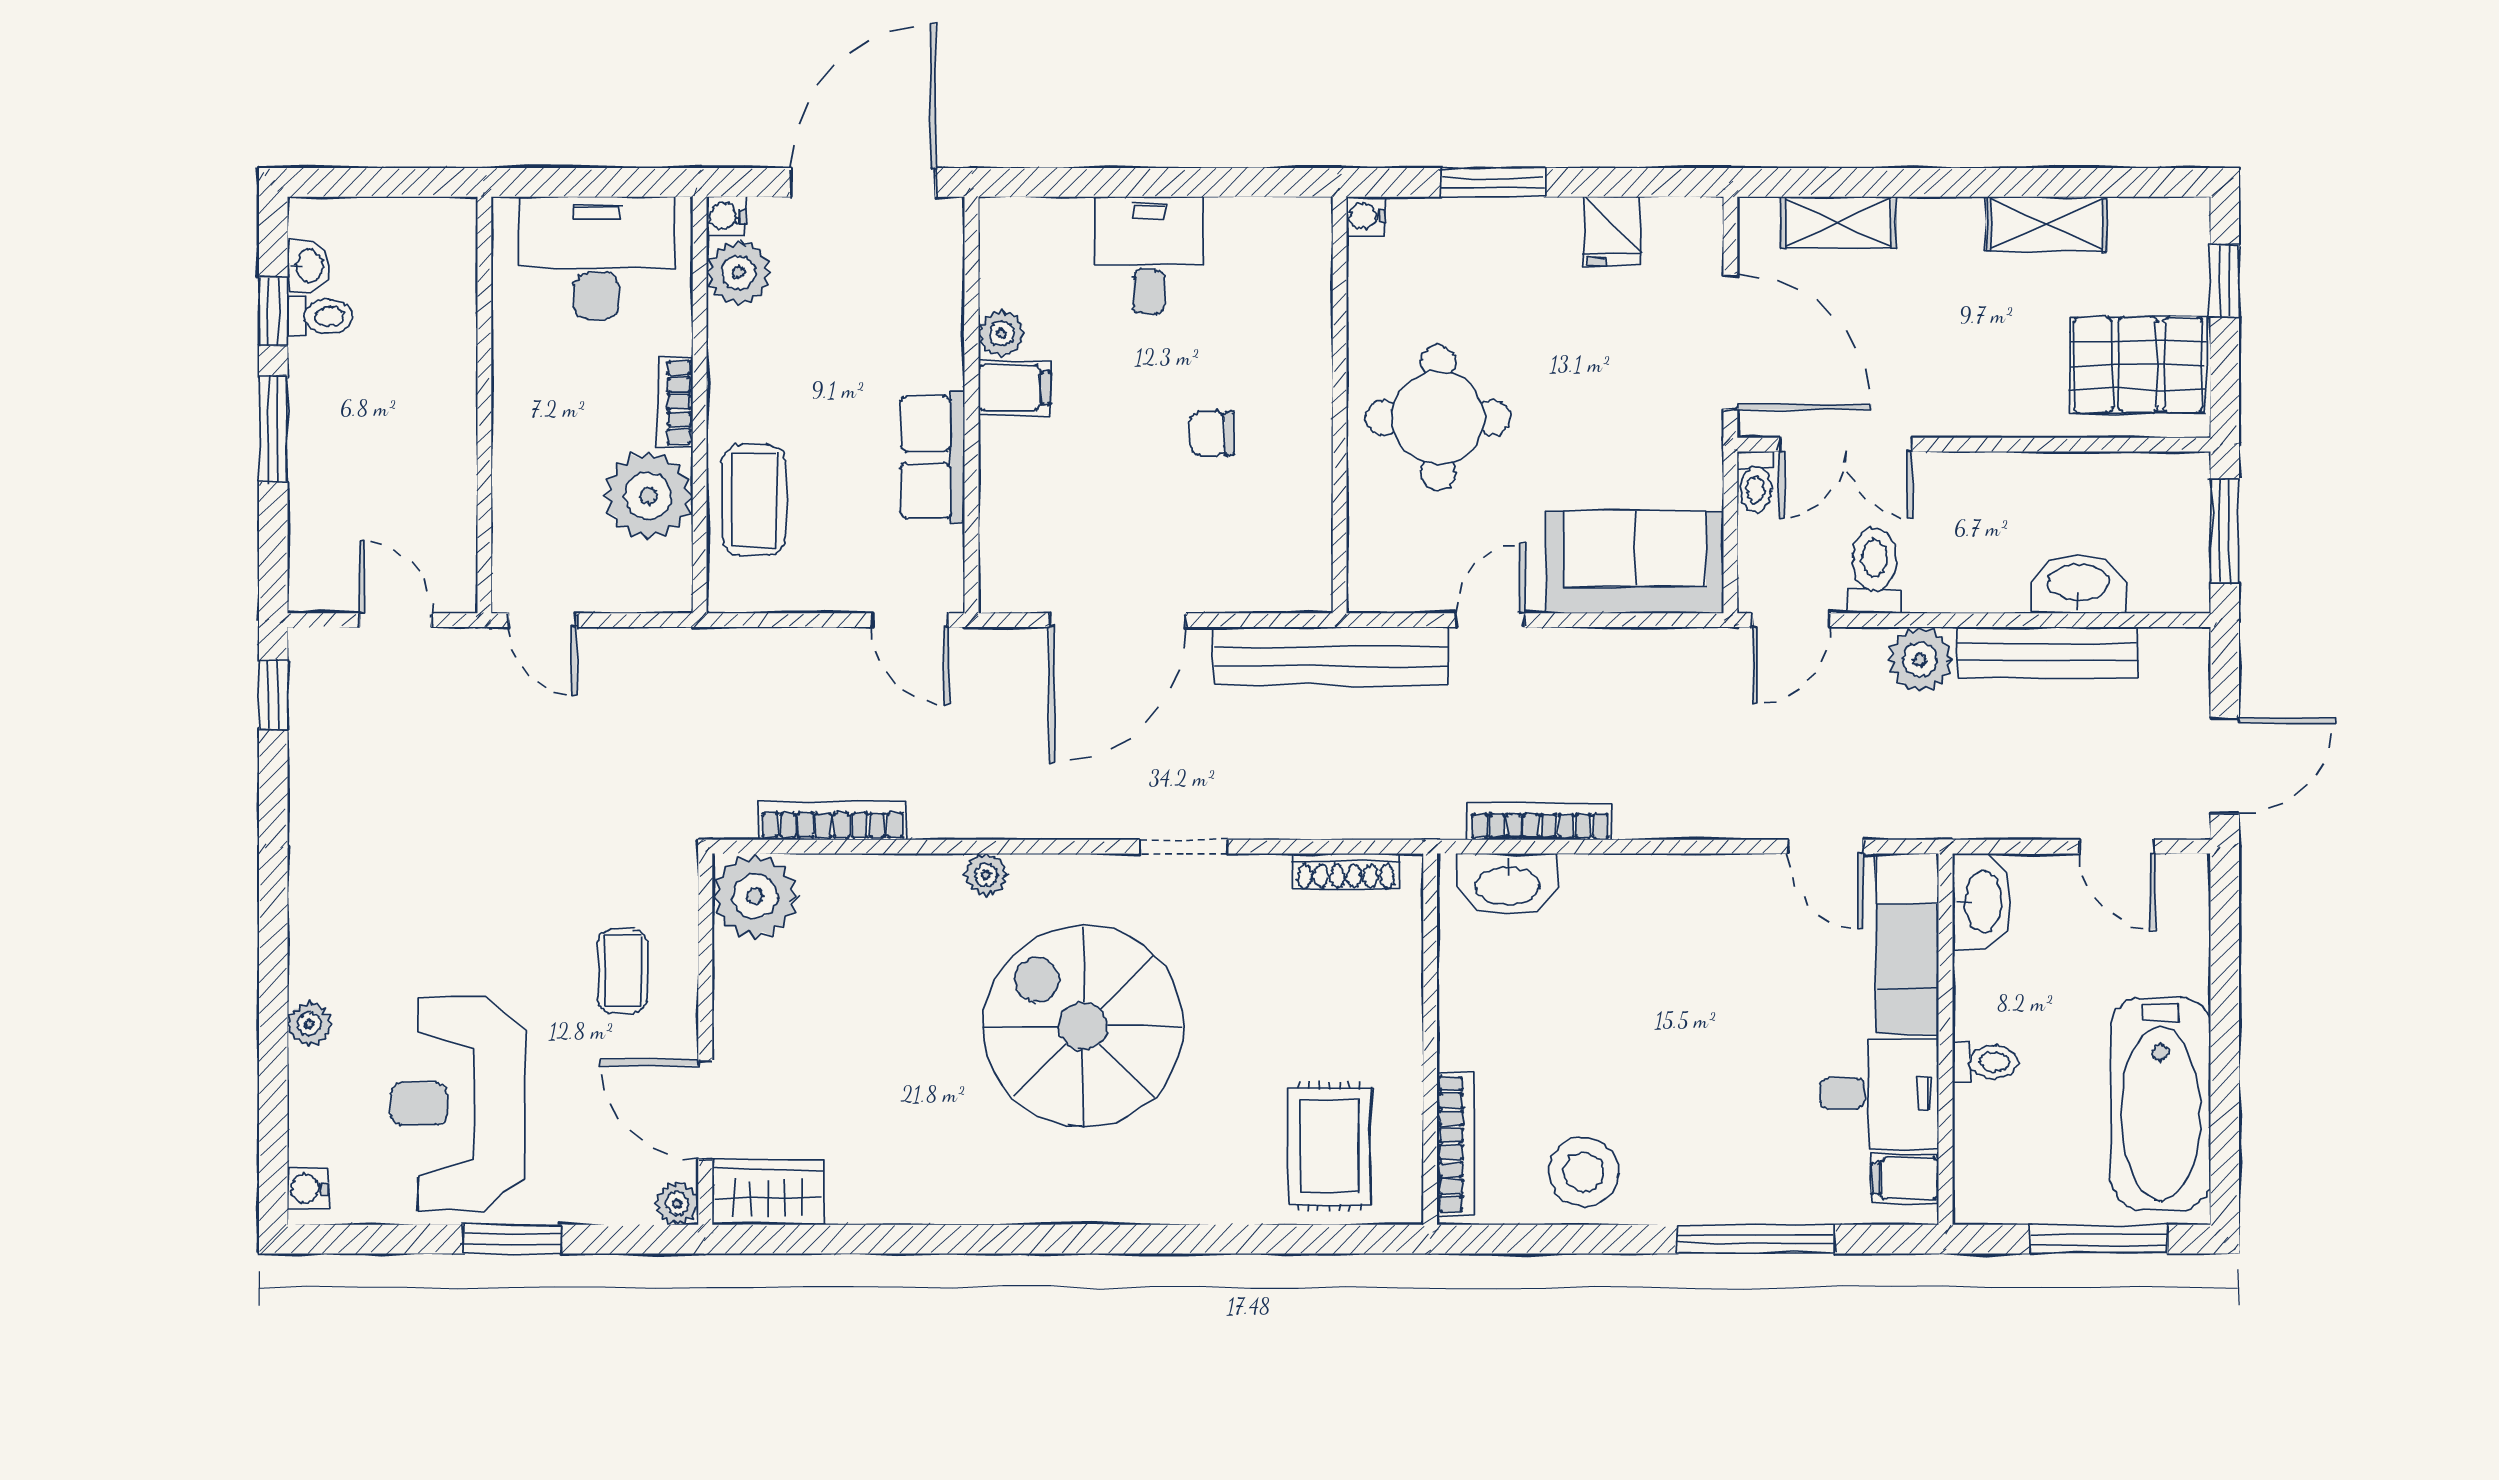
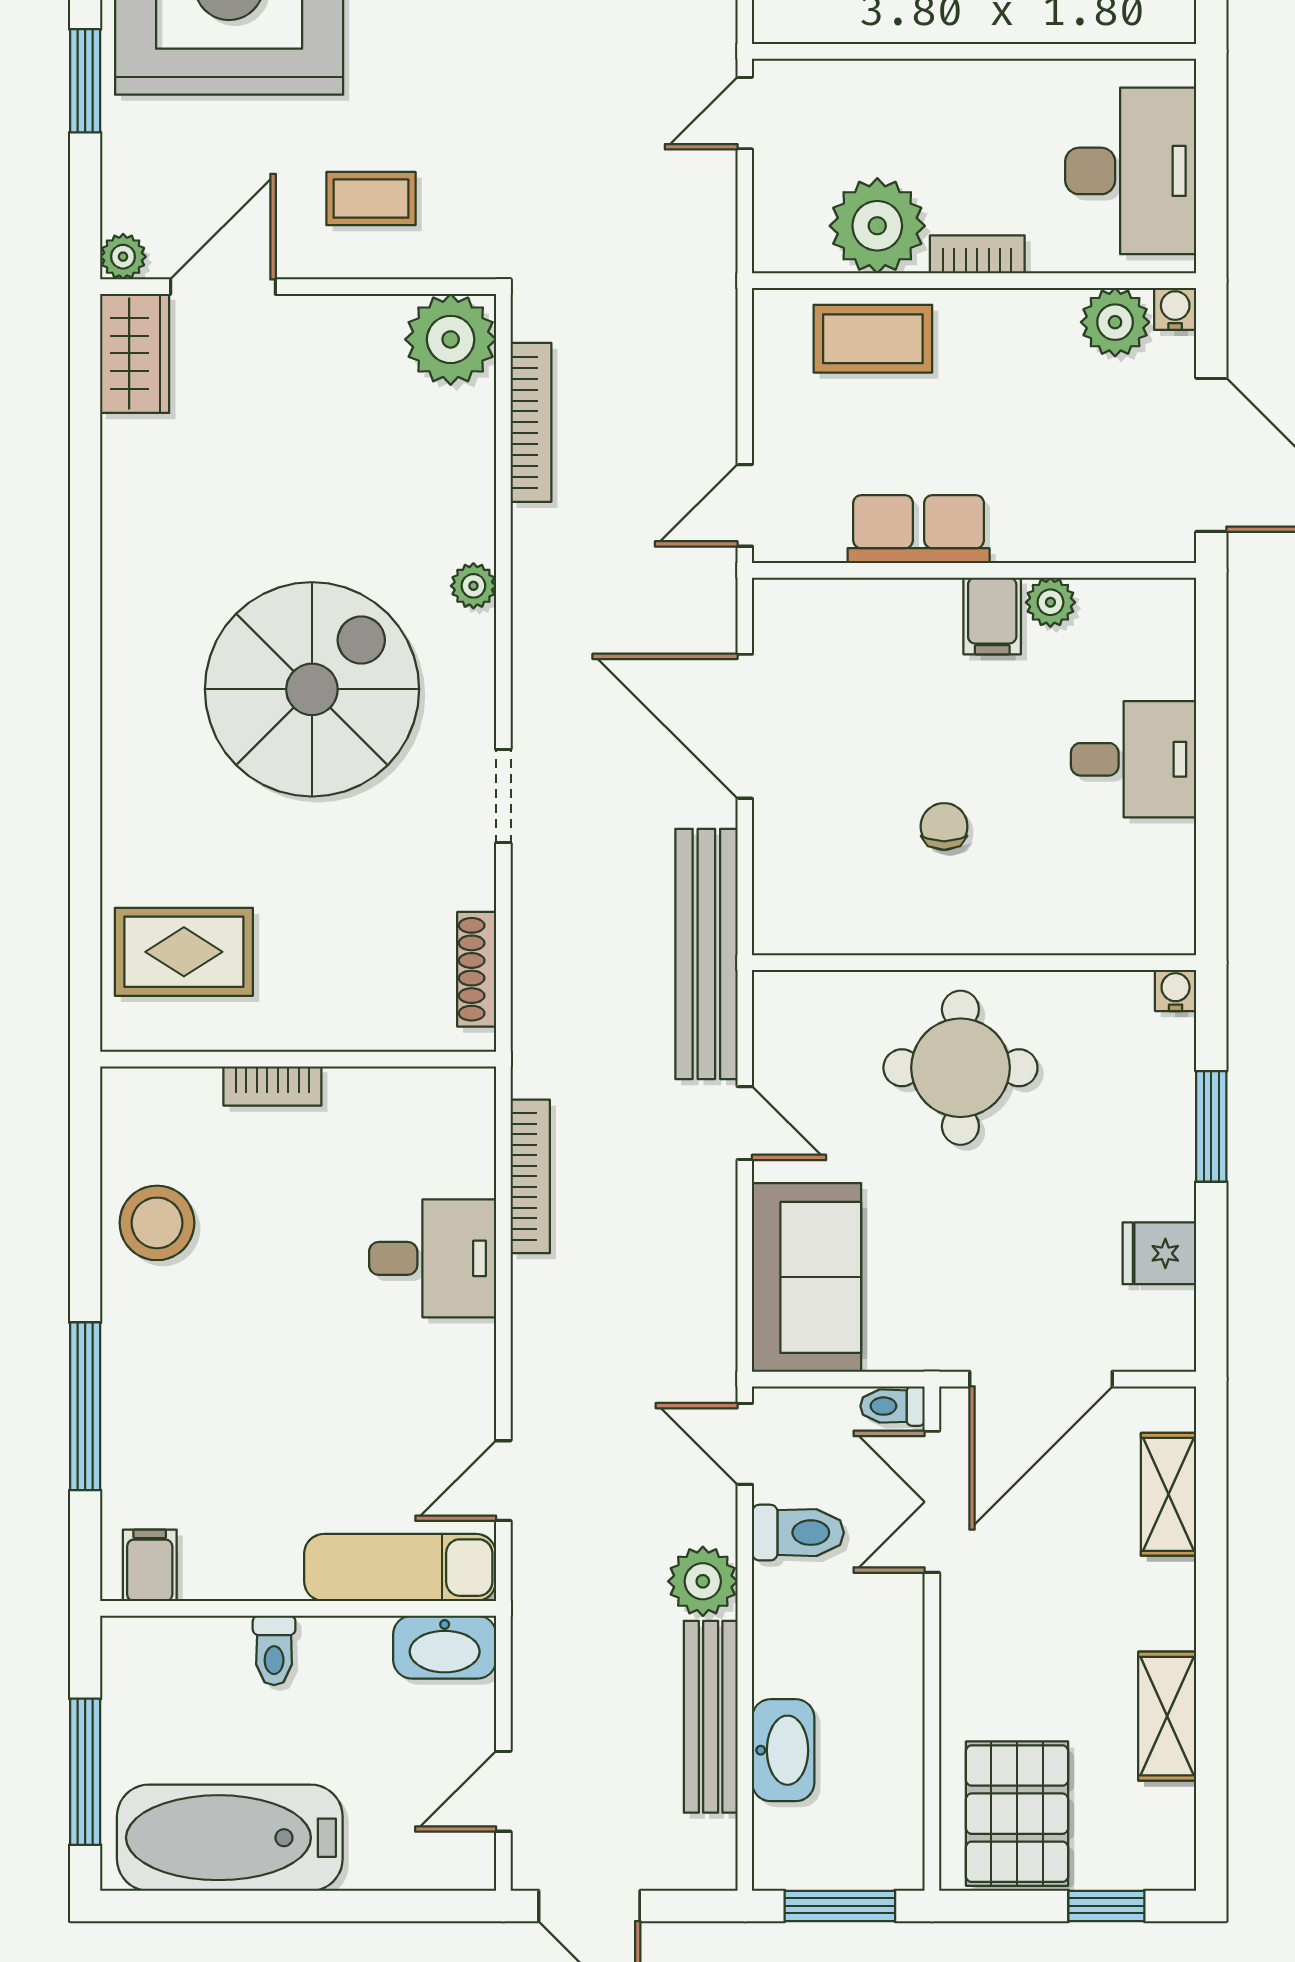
washbasin: (1507, 884) -> (463, 1141), removed
desk: (1879, 1093) -> (433, 1258), moved, turned -90
bookcase: (1455, 1144) -> (272, 1086), moved, width x0.64

